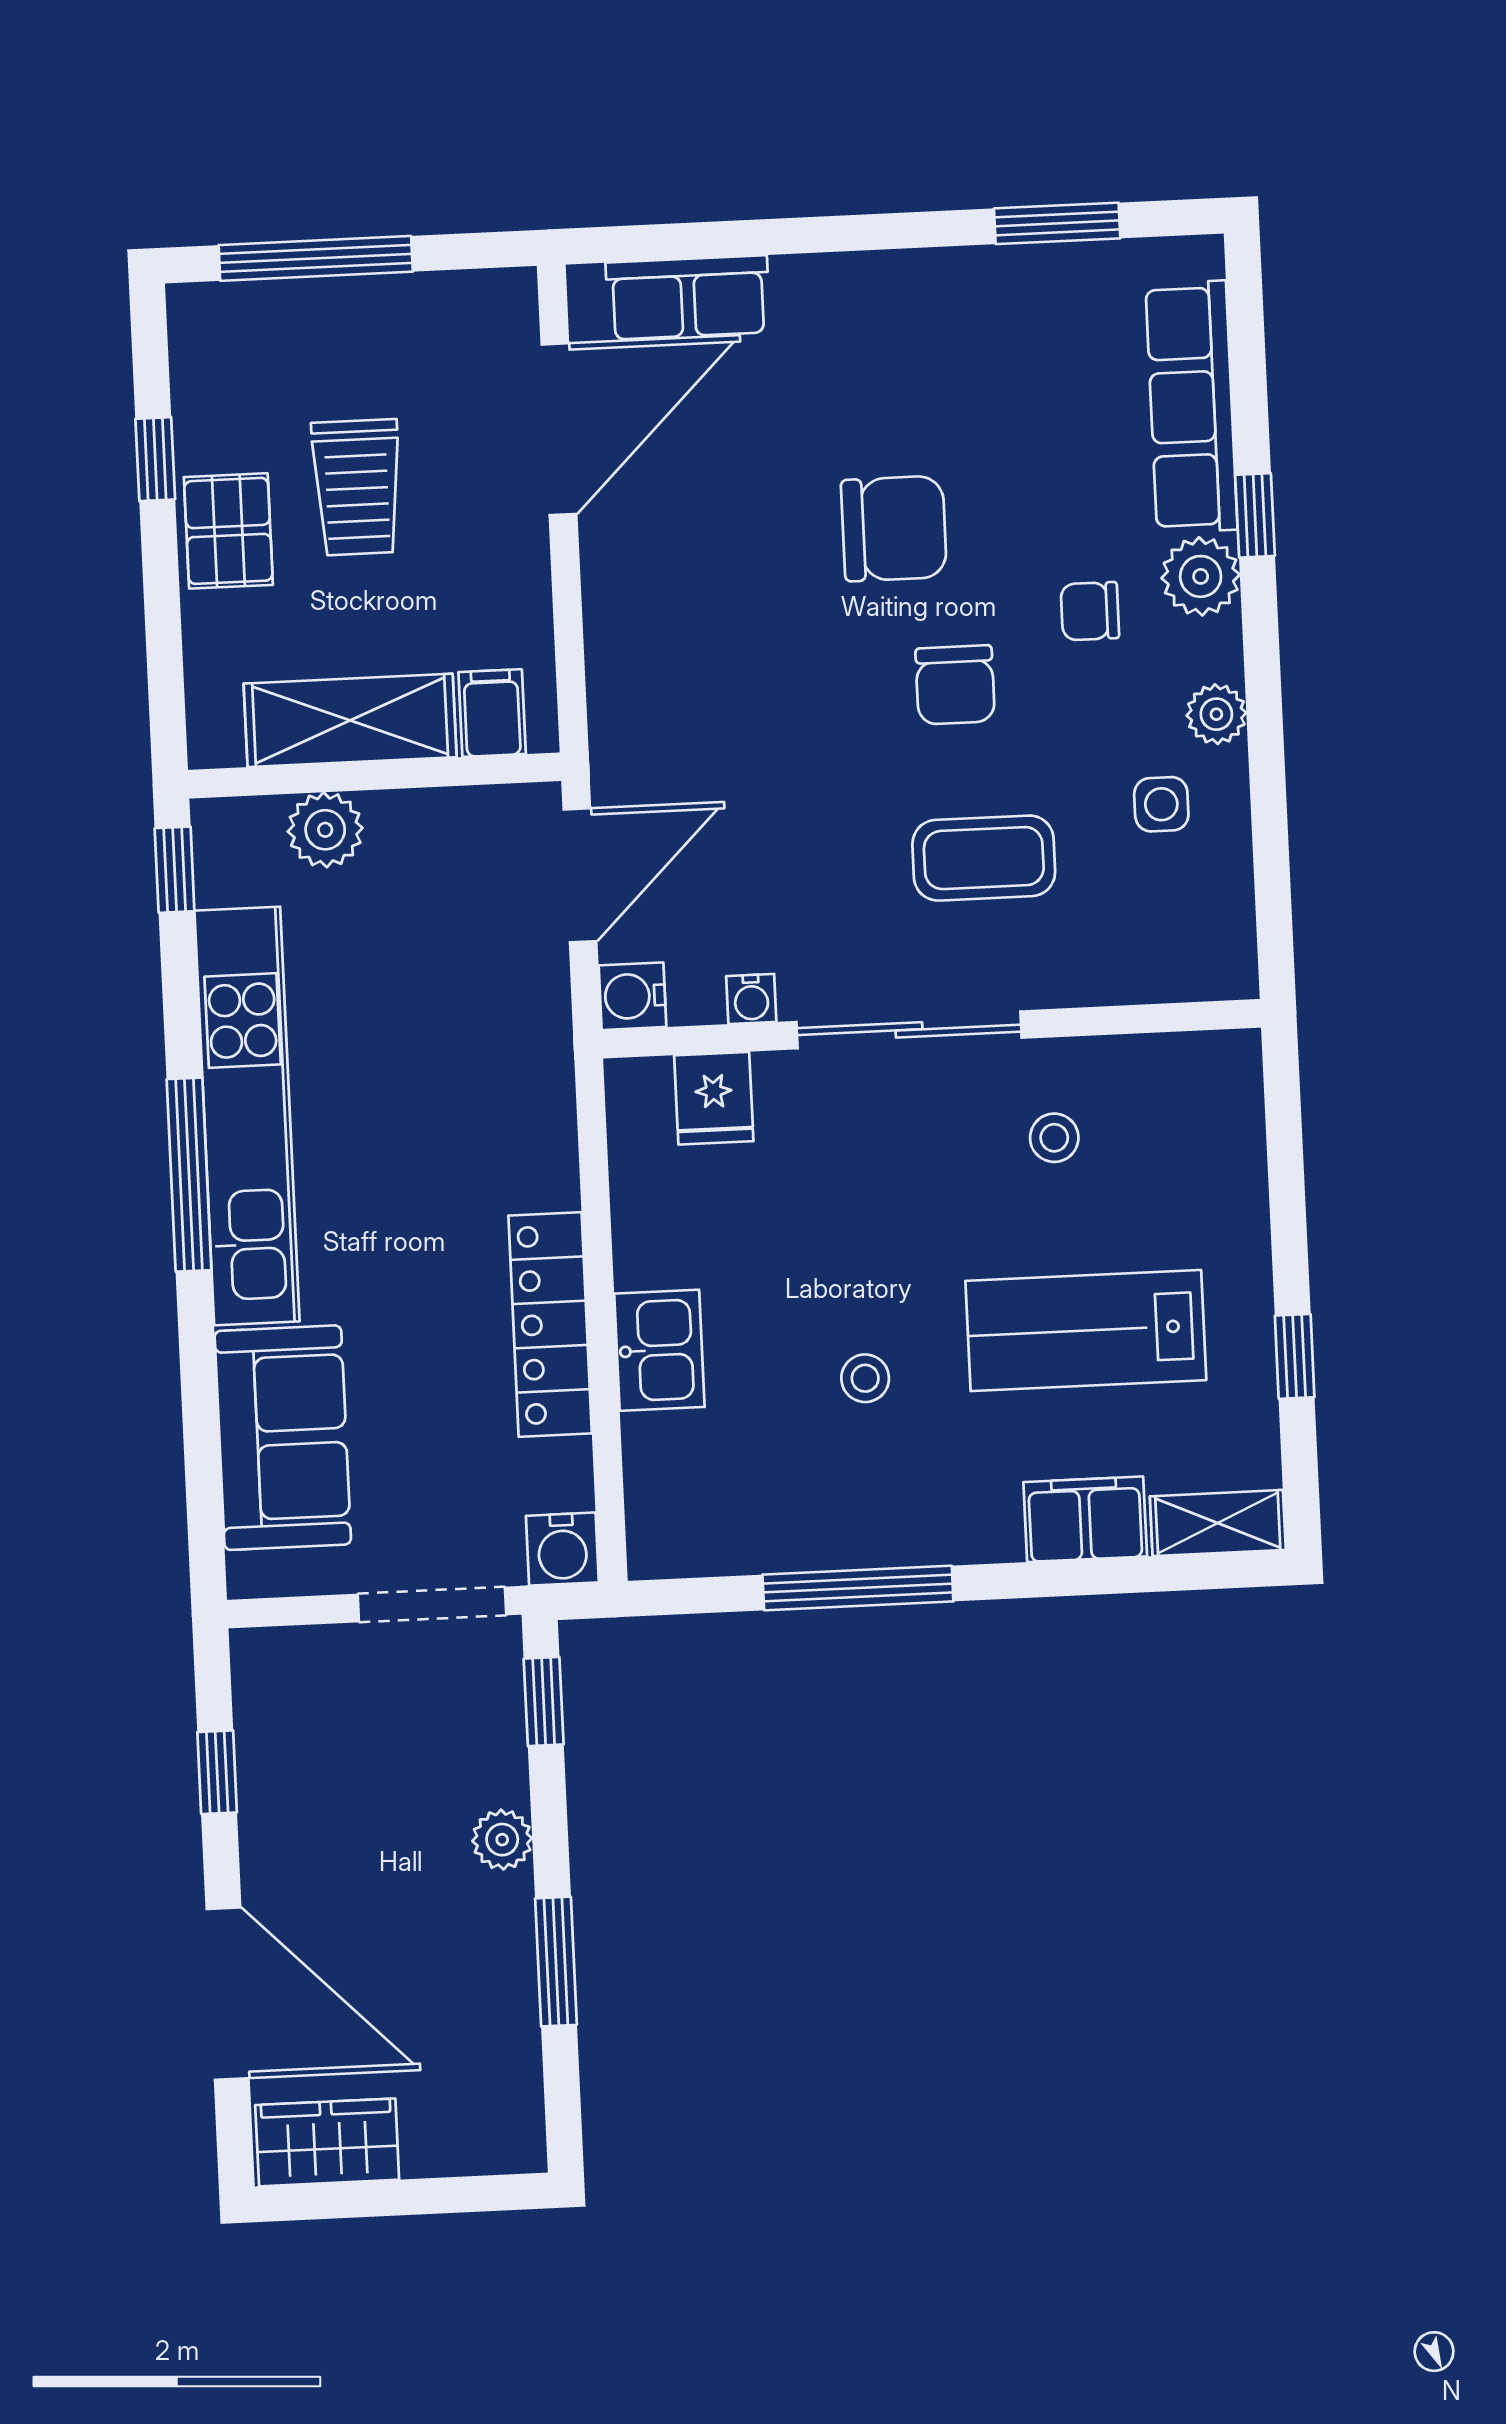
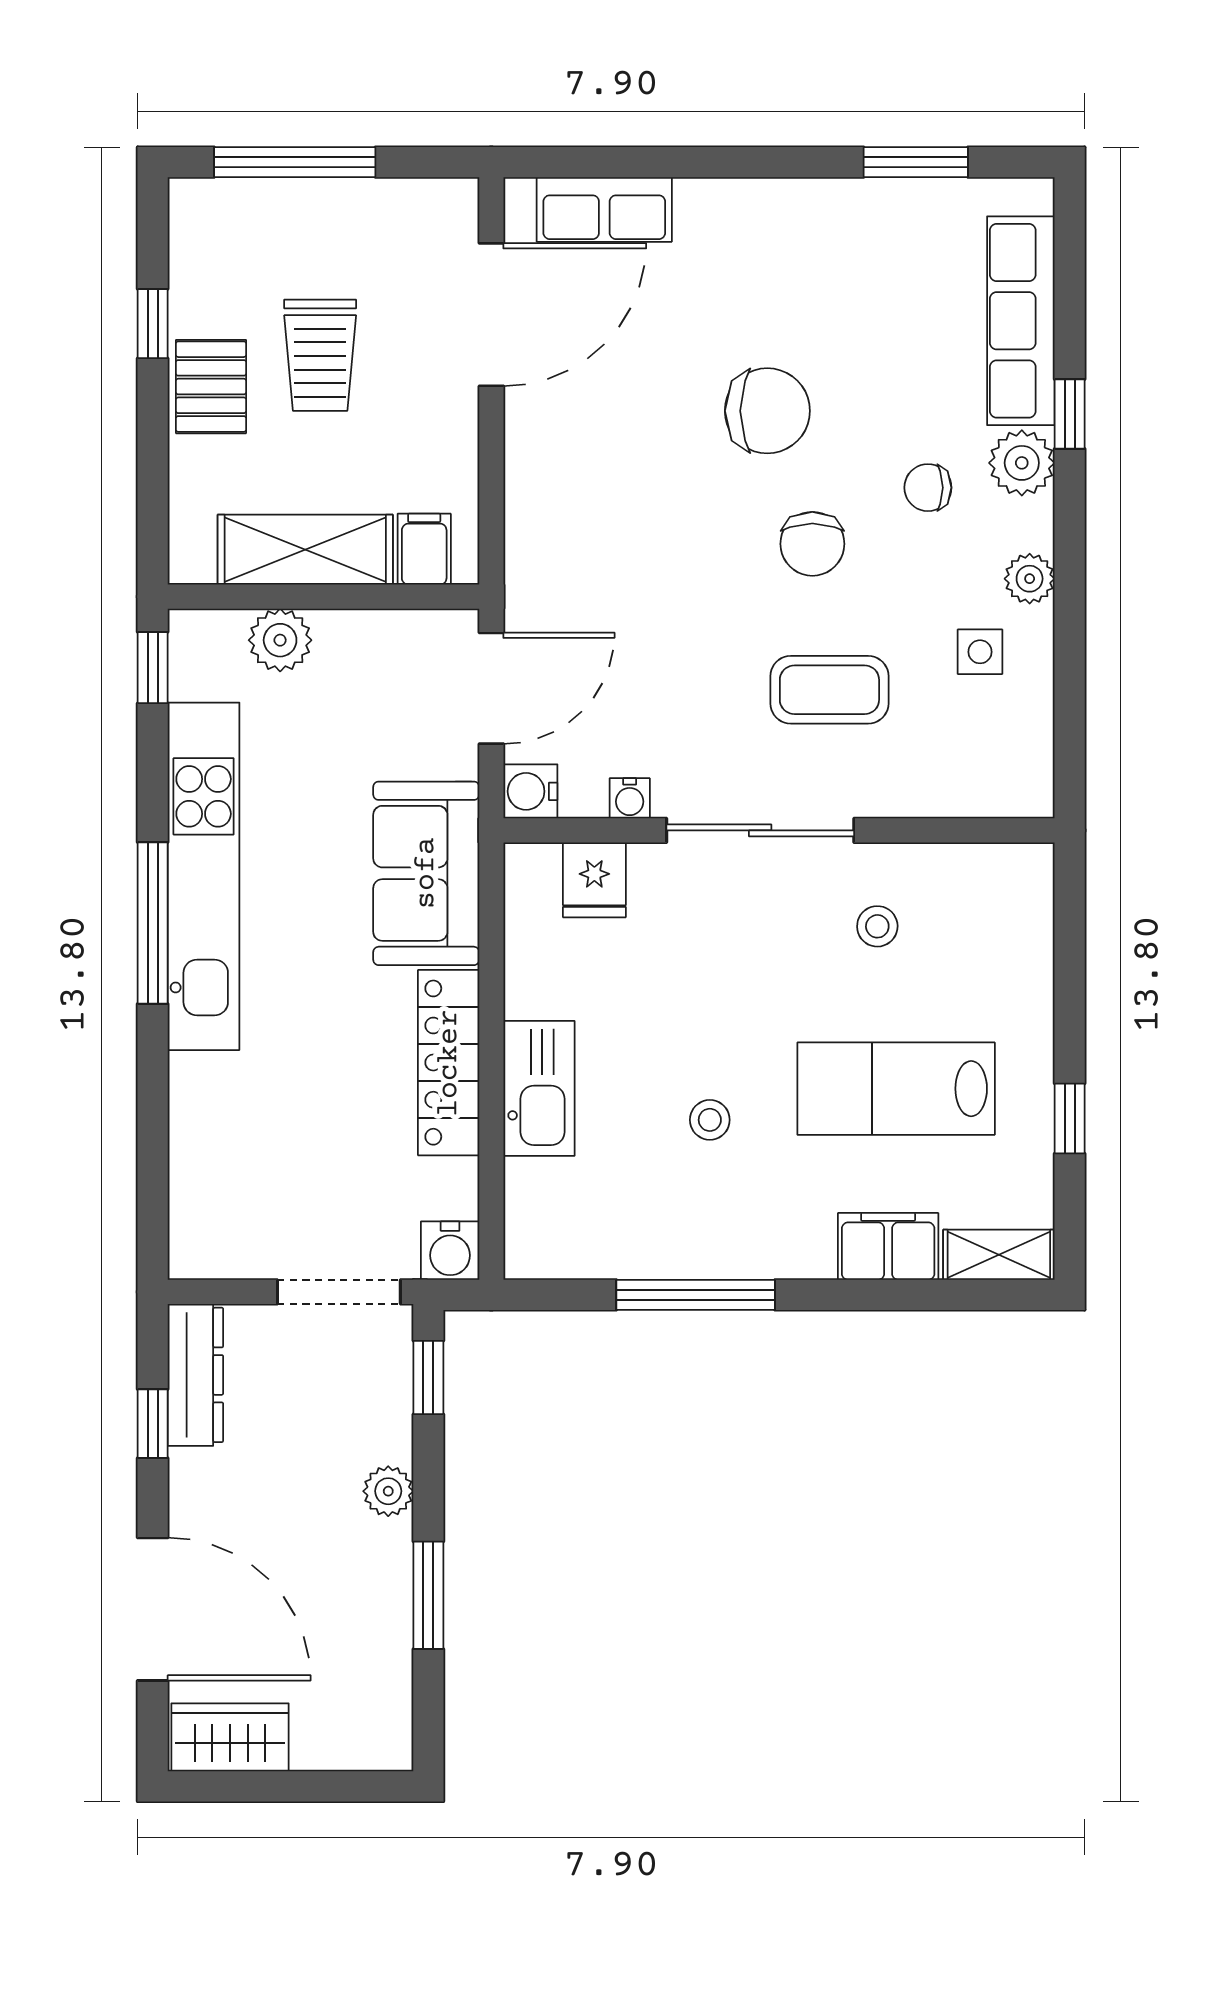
kitchen sink: (659, 1350) -> (539, 1088), width x1.38
sofa: (283, 1438) -> (426, 873), moved, turned 180
dresser: (265, 1712) -> (195, 1375), added

